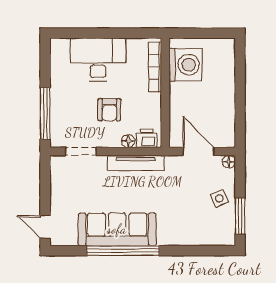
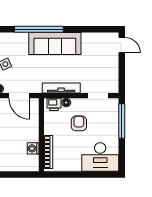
desk: (98, 60) -> (100, 157), moved
washing machine: (185, 65) -> (33, 148), width x0.53, depth x0.53
sofa: (117, 229) -> (55, 43), moved
window: (123, 251) -> (39, 29), moved

